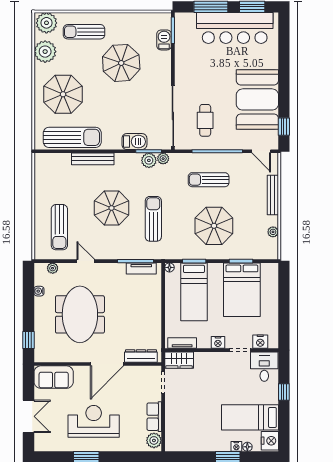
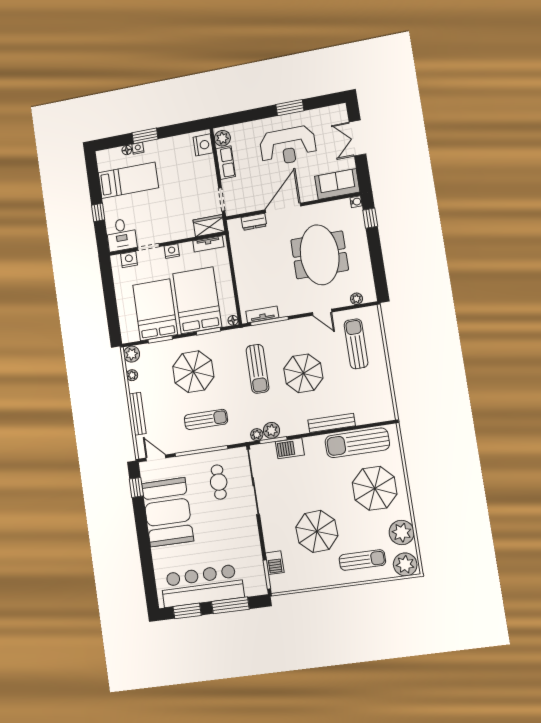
plant: (271, 252) -> (132, 354), added
water cooler: (39, 291) -> (356, 202), moved
bed: (194, 292) -> (197, 300), width x1.50
dresser: (141, 356) -> (254, 222), width x0.70
nightstand: (270, 441) -> (203, 145), moved, turned 180

